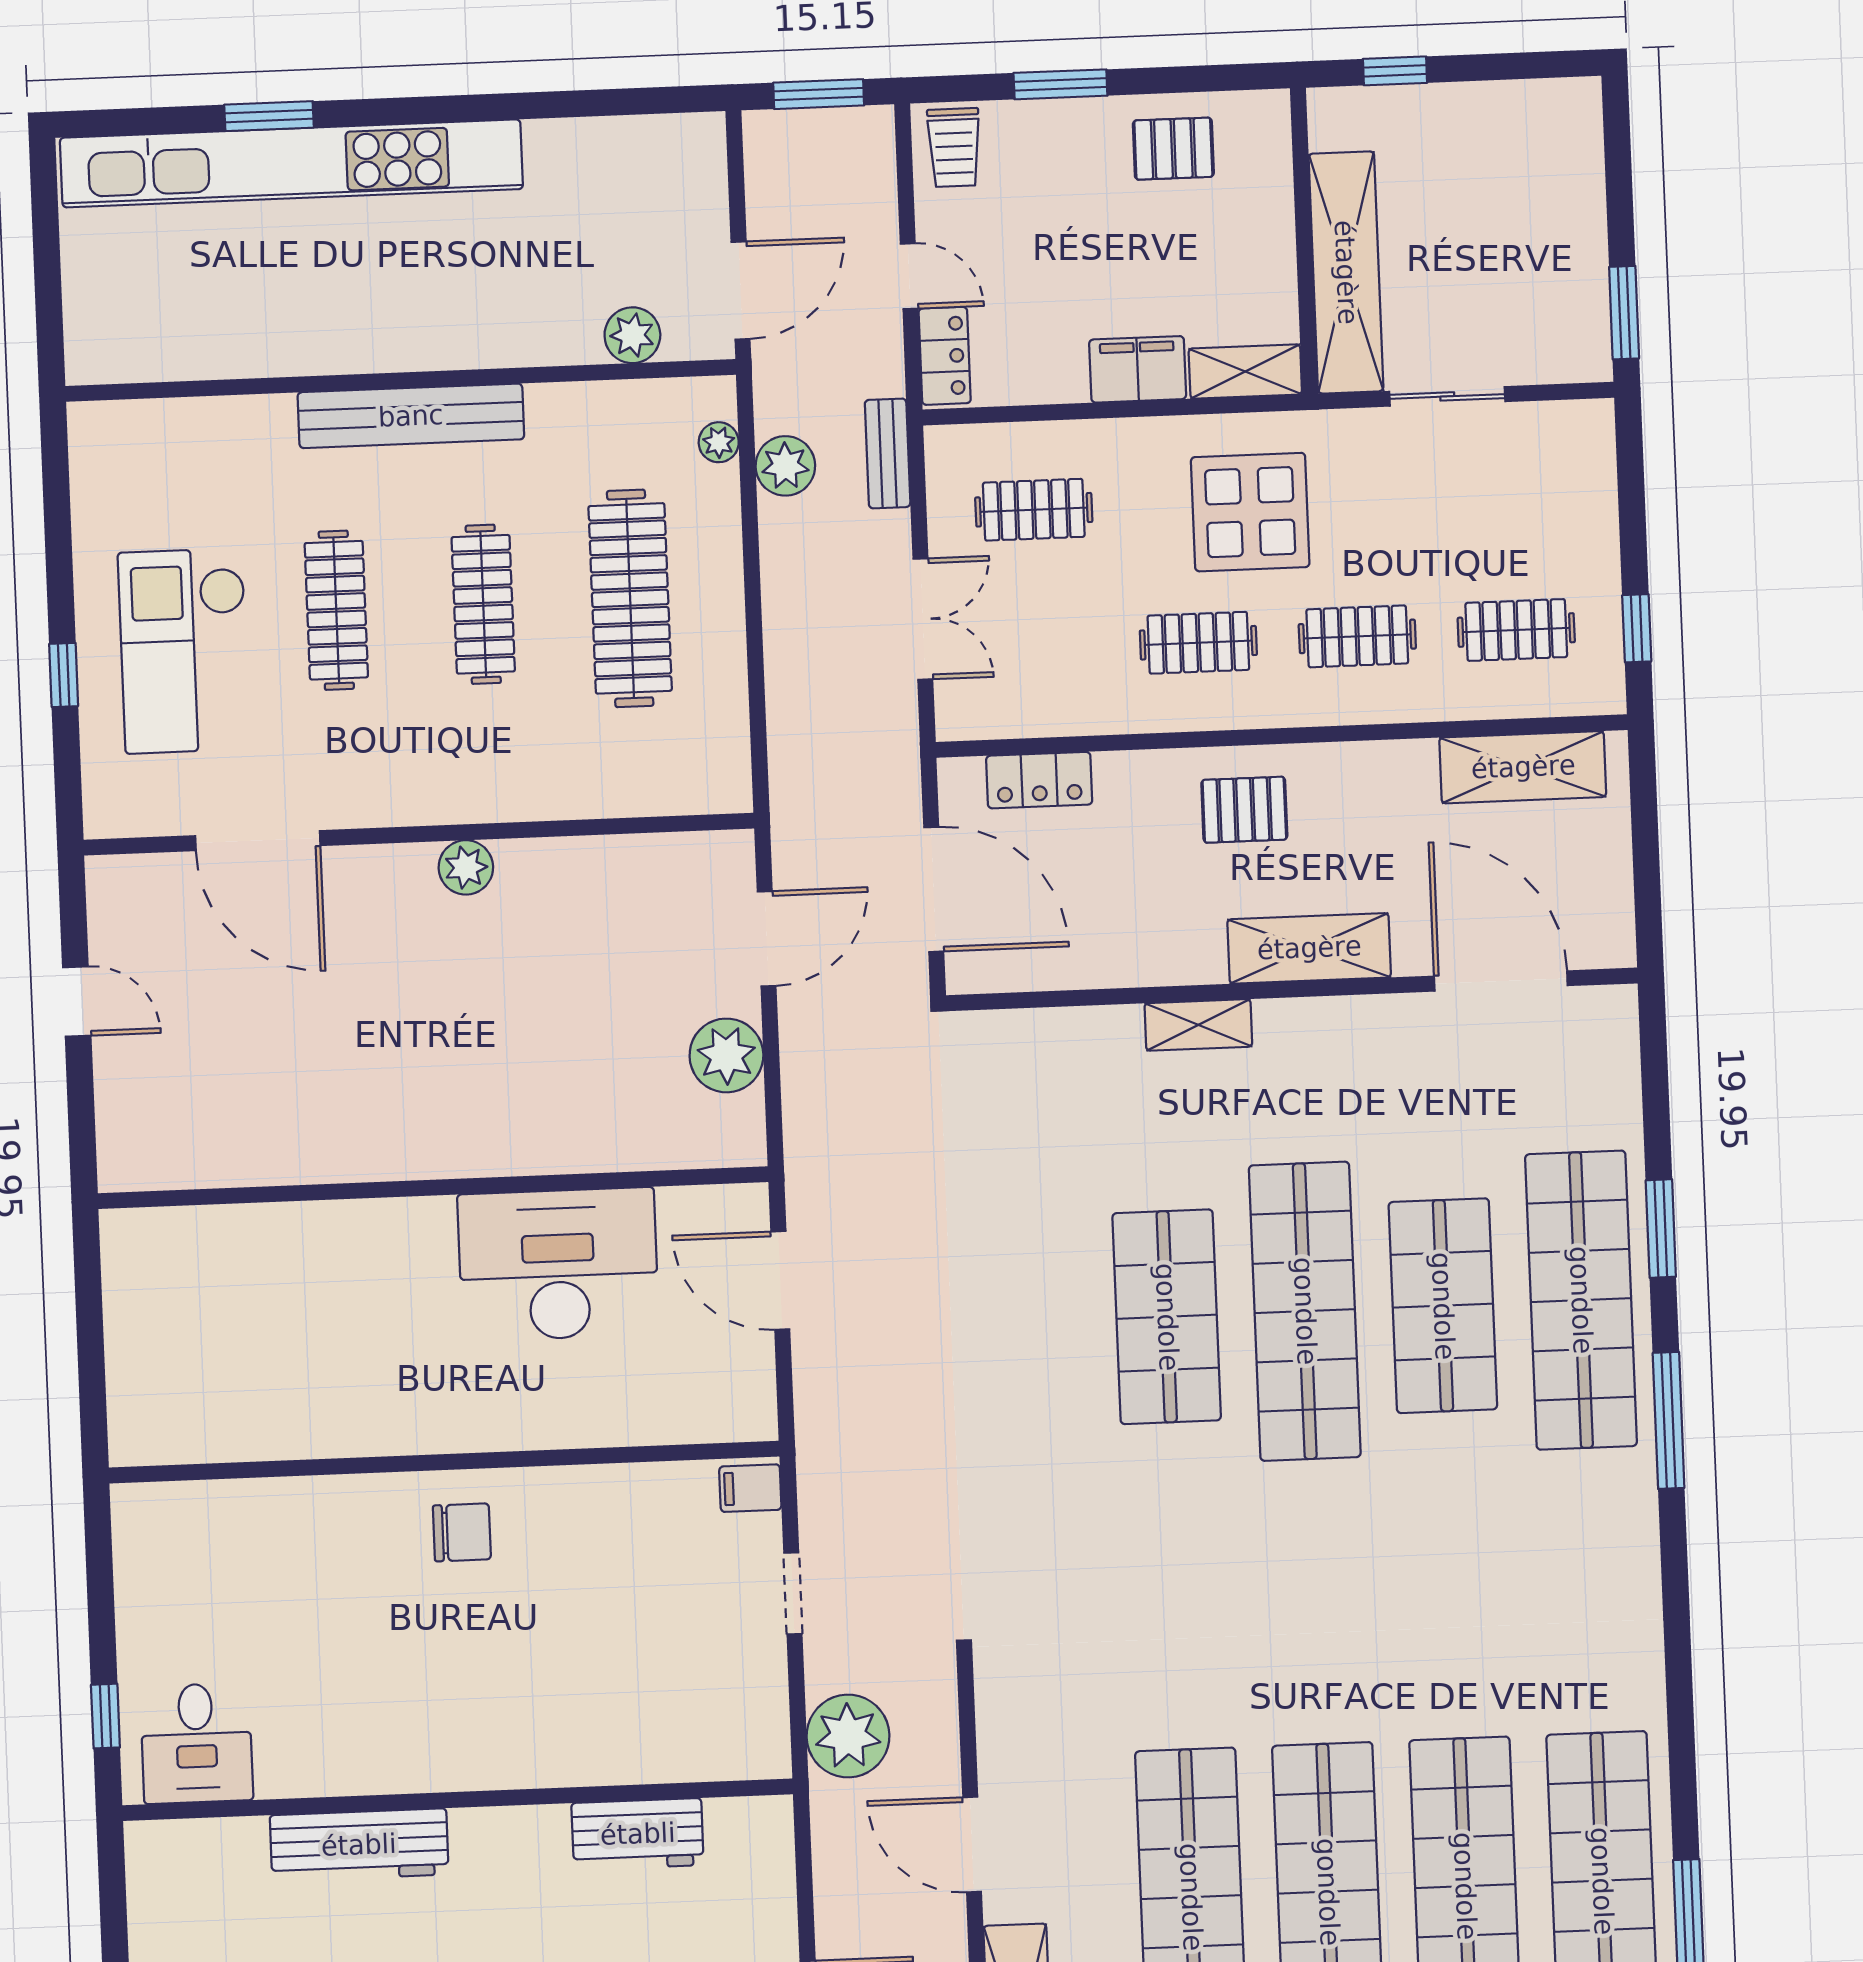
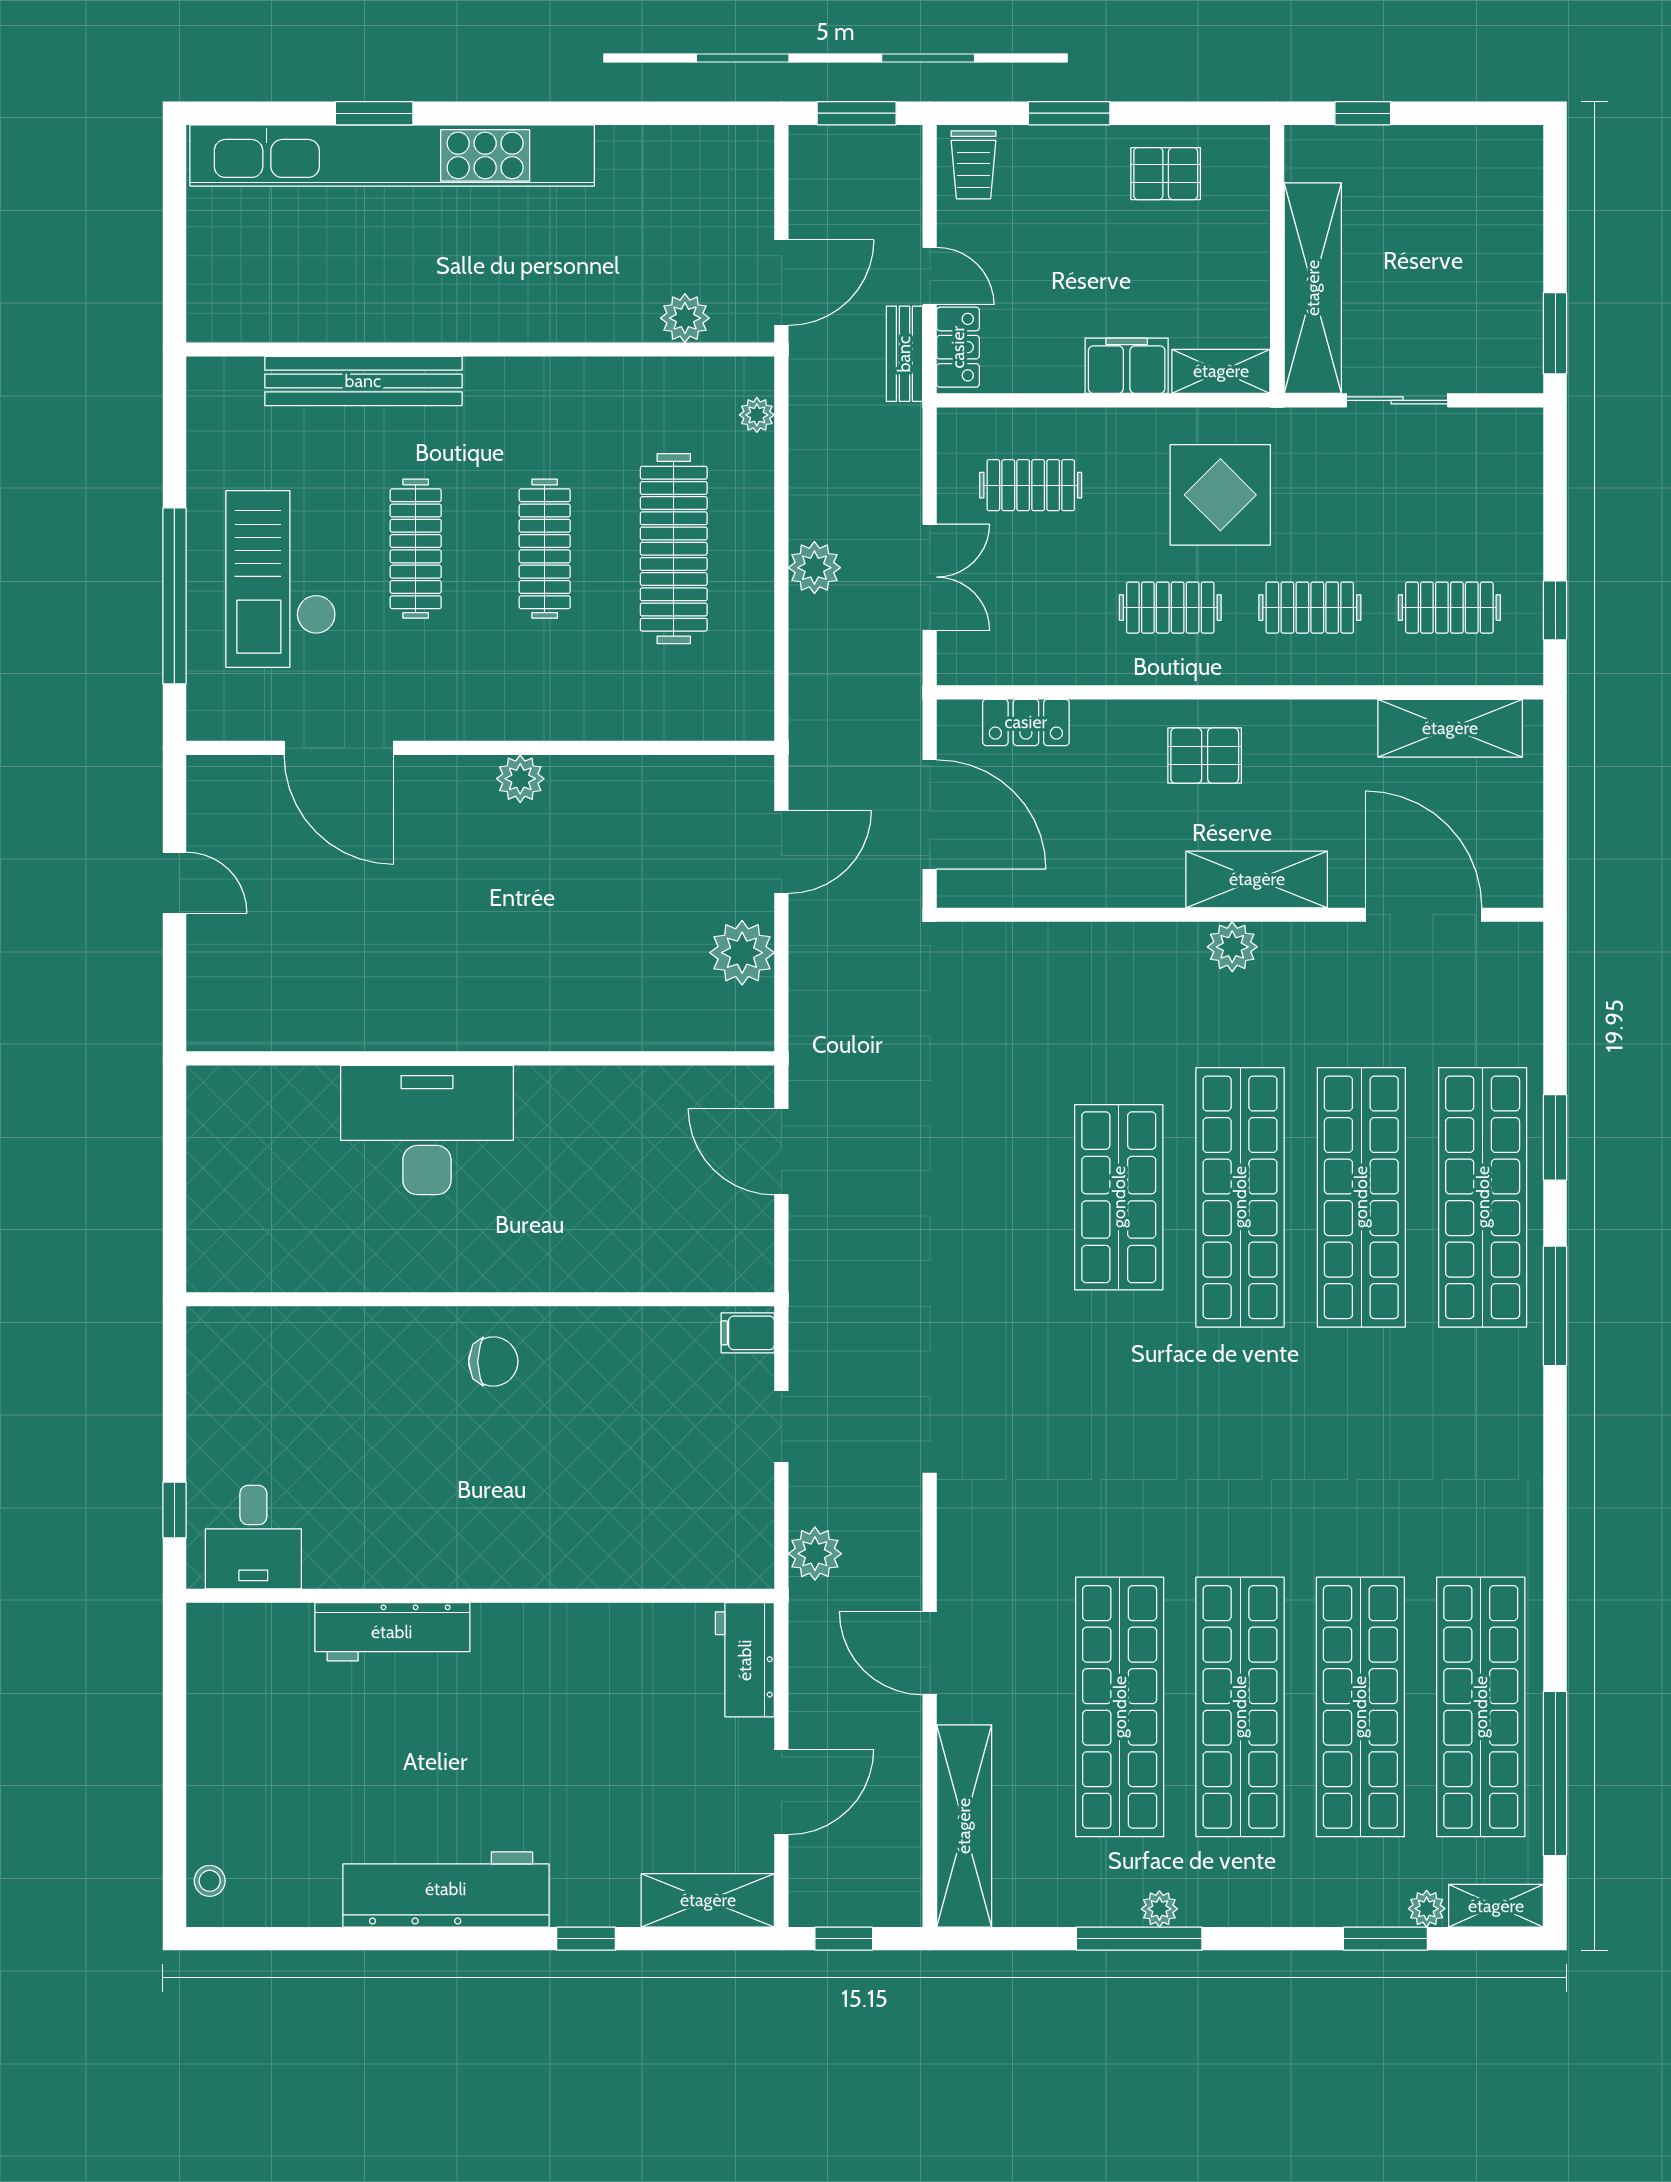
bench: (411, 416) -> (363, 381), moved
bench: (888, 453) -> (904, 354), moved
plant: (785, 466) -> (814, 568), moved
window: (64, 675) -> (174, 596), width x3.17
shelving: (1198, 1025) -> (1157, 943), removed
plant: (1284, 1026) -> (1232, 947), added
desk: (558, 1264) -> (427, 1130), moved
shop shelf: (1443, 1306) -> (1361, 1197), width x1.40
plant: (848, 1736) -> (815, 1554), width x0.73, depth x0.73
workbench: (638, 1834) -> (745, 1660), moved, turned 90

